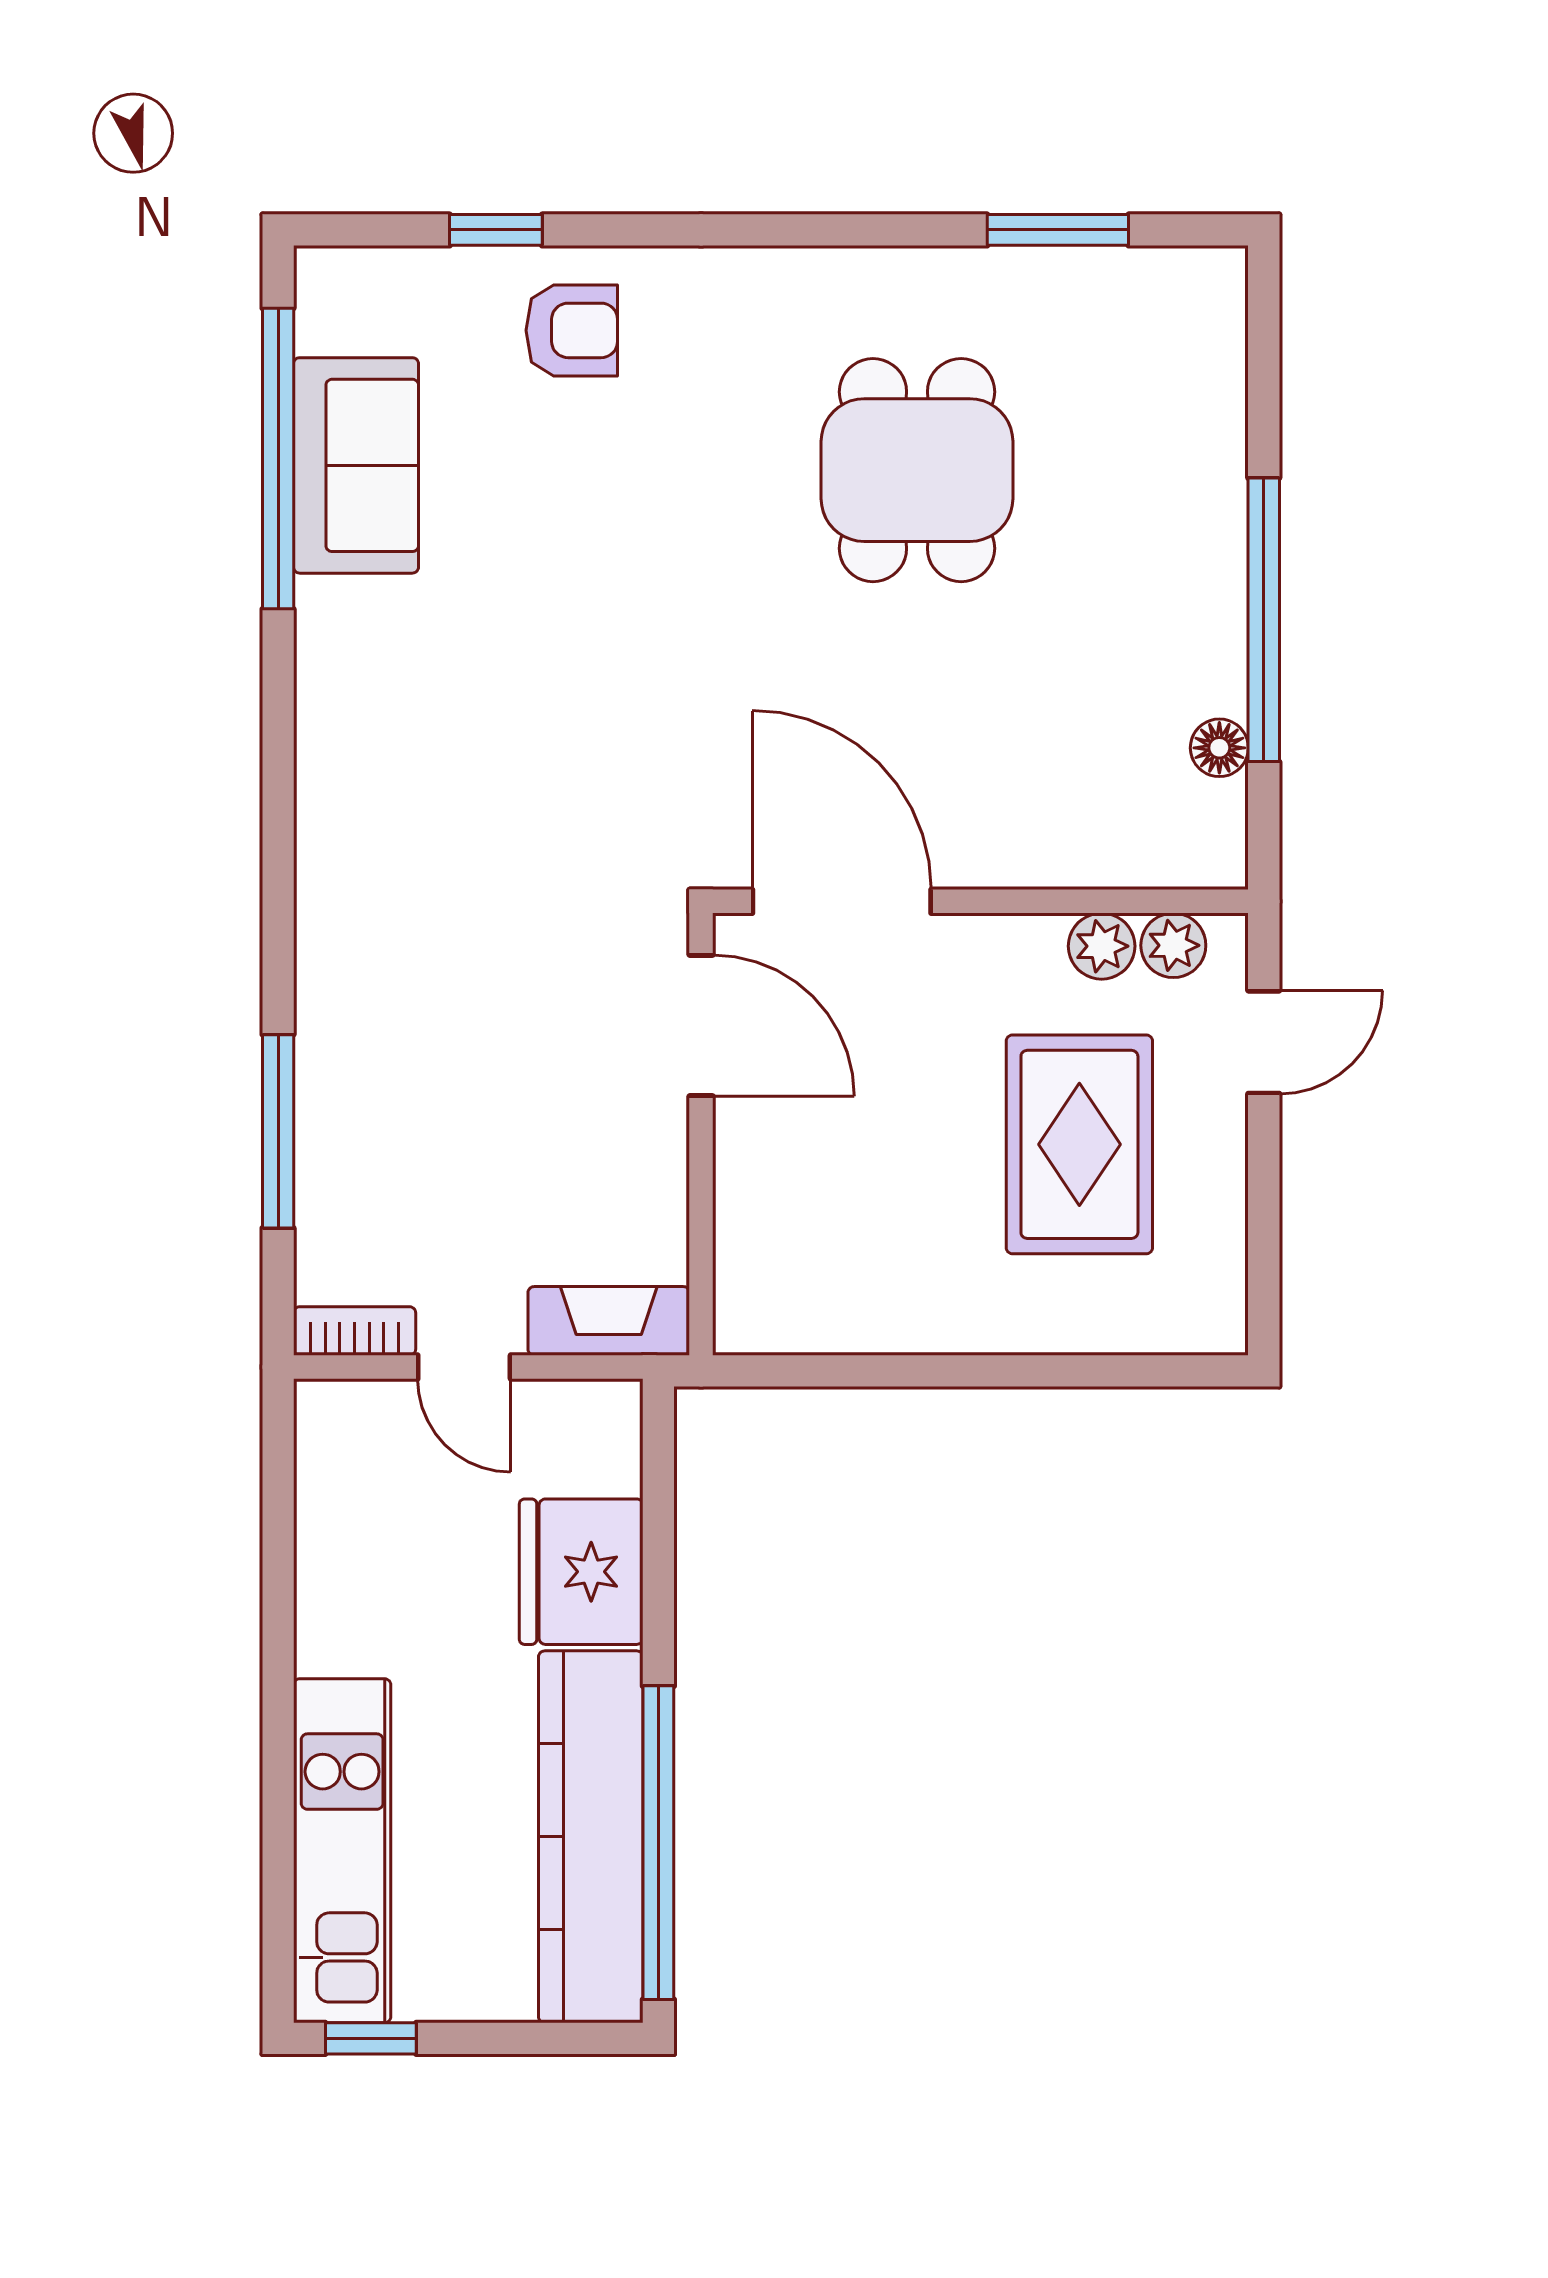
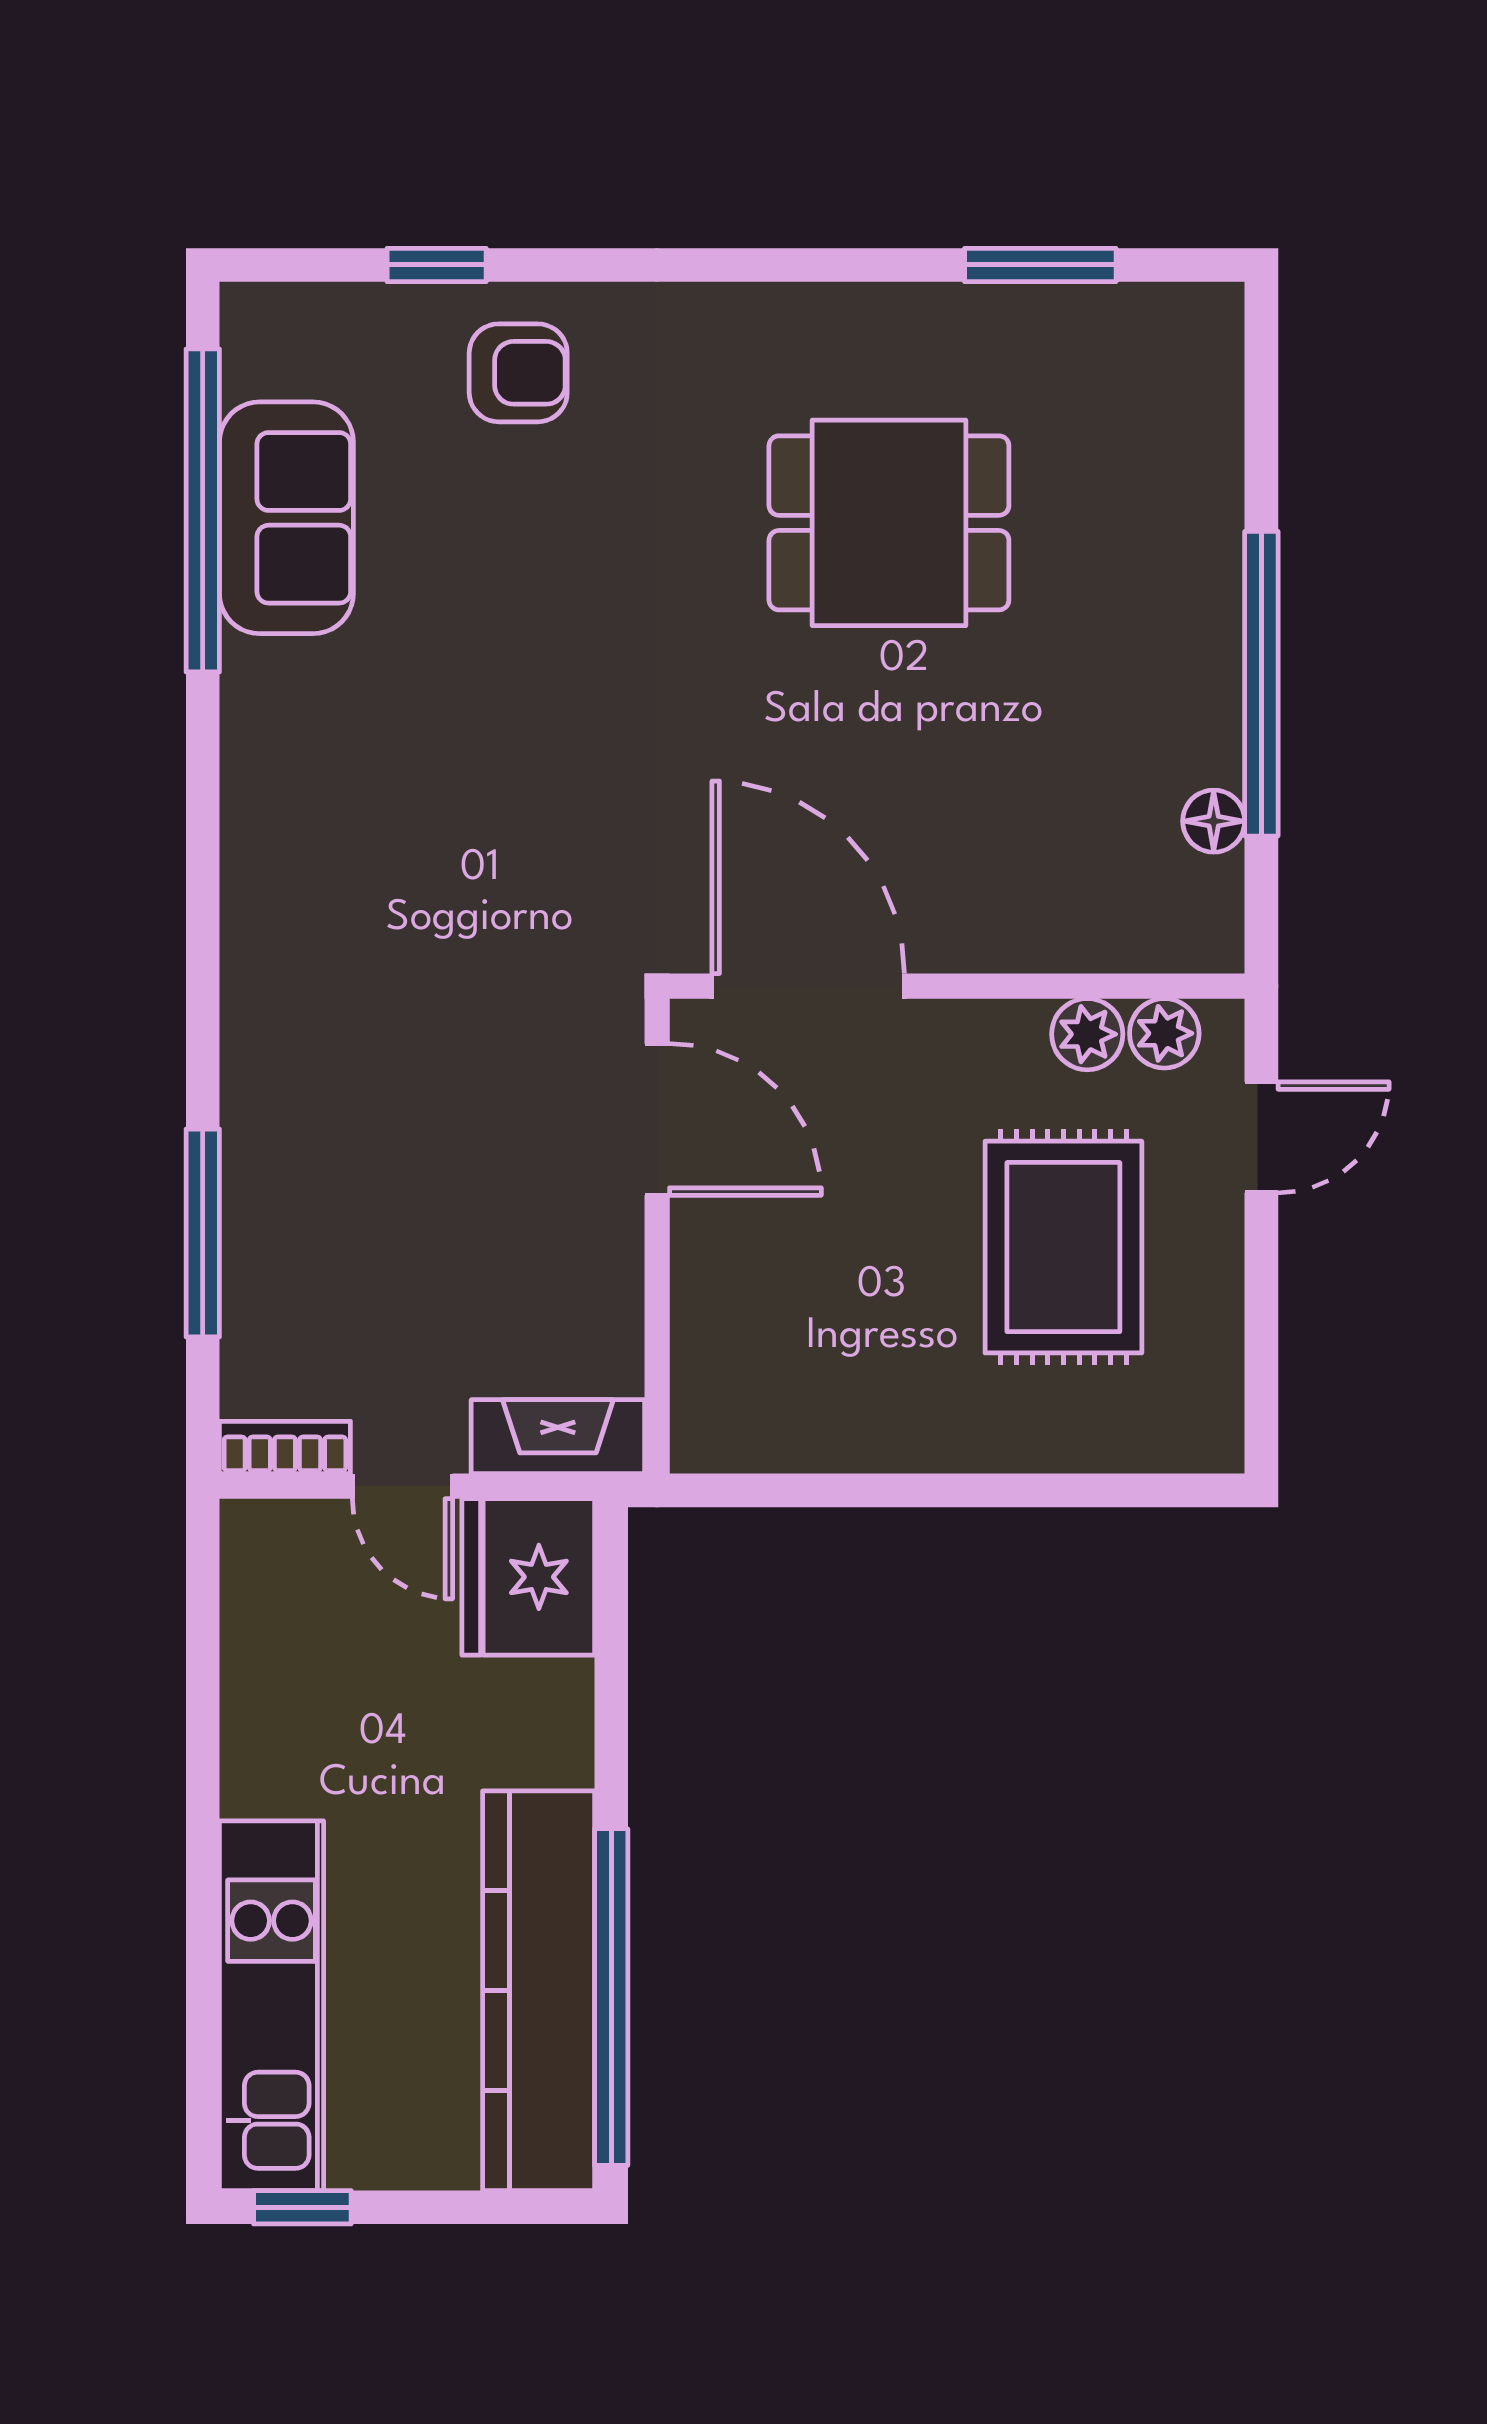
dining table: (917, 470) -> (889, 523), turned 90
fridge: (581, 1572) -> (528, 1577), moved

